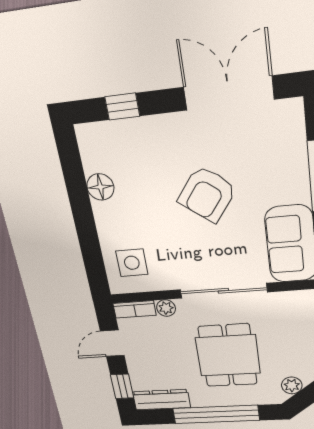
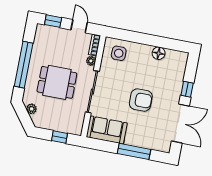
window: (122, 107) -> (187, 89), moved
armchair: (207, 194) -> (141, 100), turned 143
dresser: (161, 400) -> (40, 39), removed

